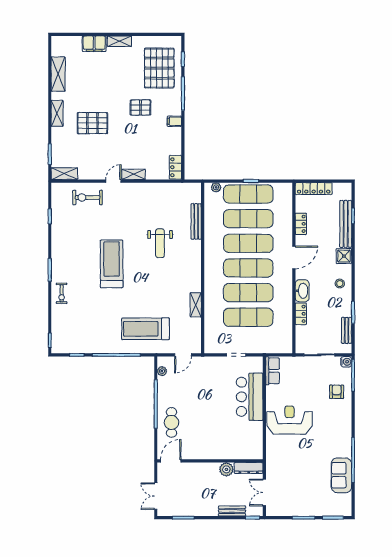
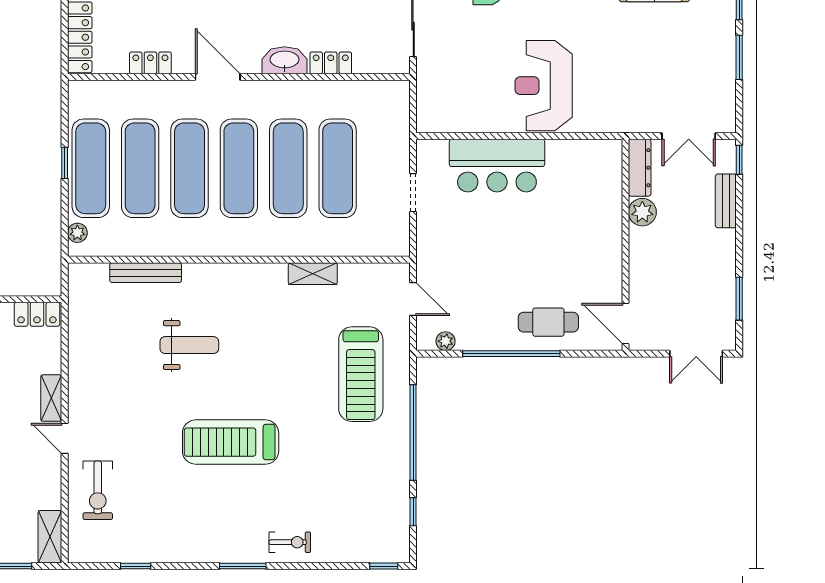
row of seats: (273, 371) -> (445, 120), removed

